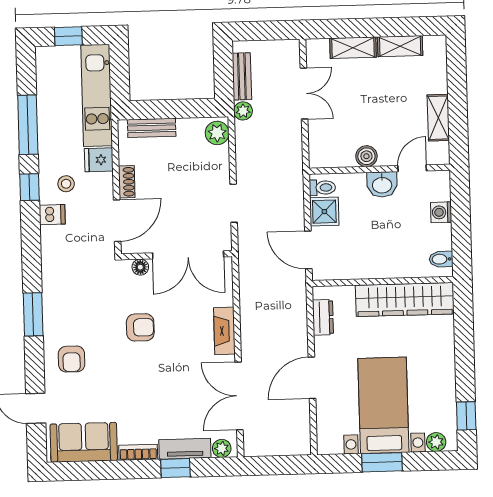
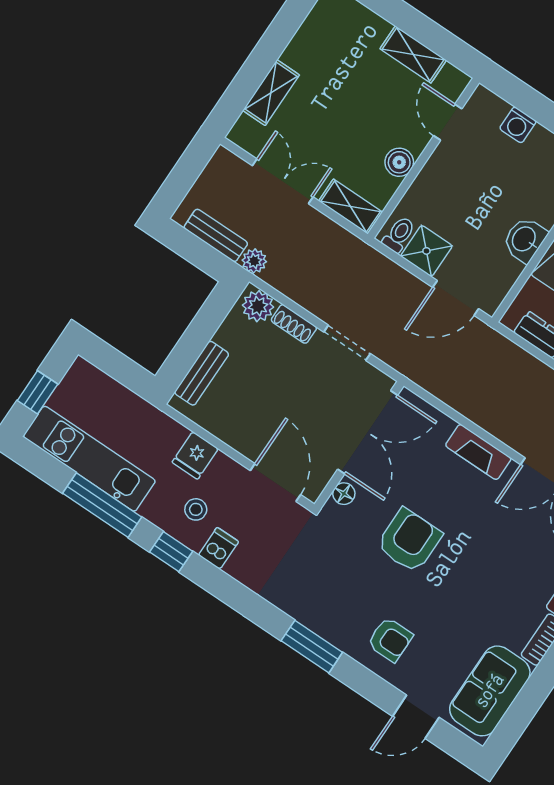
shelving: (400, 46) -> (351, 207), moved, turned 90
kitchen unit: (97, 95) -> (89, 459), moved, turned 180
shoe rack: (127, 182) -> (294, 324), moved, turned 180
washbasin: (382, 184) -> (525, 239), moved, turned 180
armchair: (140, 327) -> (409, 540), width x1.38, depth x1.38

